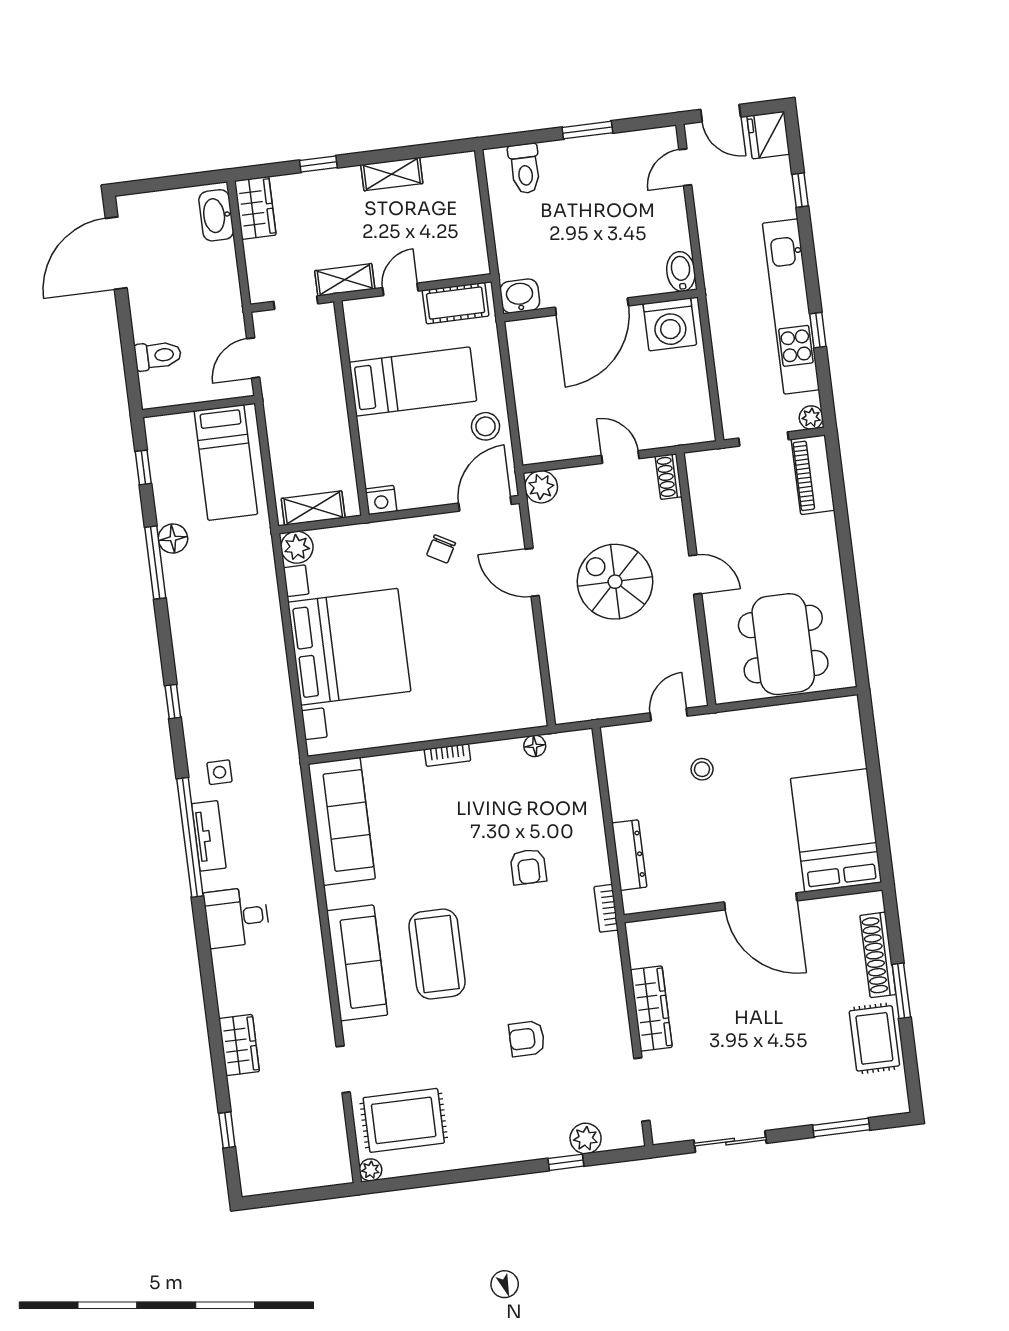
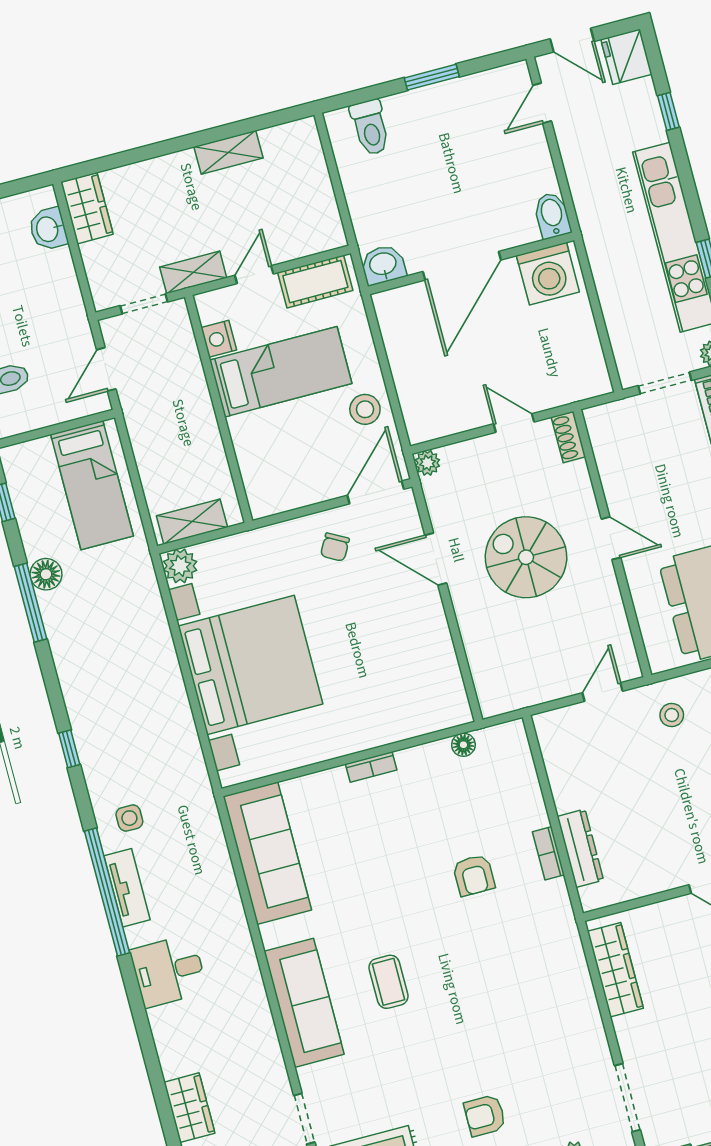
window: (318, 164) -> (148, 152), removed
washbasin: (216, 215) -> (48, 229), width x0.72
plant: (541, 487) -> (427, 463), width x0.73, depth x0.73
nightstand: (381, 500) -> (219, 339), moved, turned 90
stool: (702, 769) -> (672, 715), moved
bookcase: (606, 908) -> (548, 853), moved
coffee table: (437, 954) -> (388, 982), width x0.54, depth x0.58
wardrobe: (651, 1009) -> (615, 970), moved
armchair: (527, 1039) -> (485, 1115), moved

